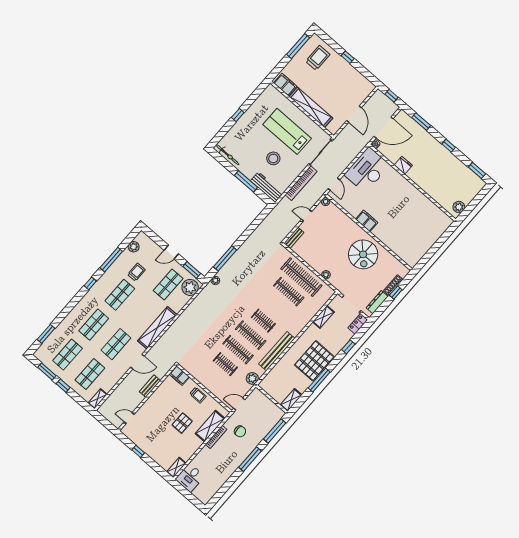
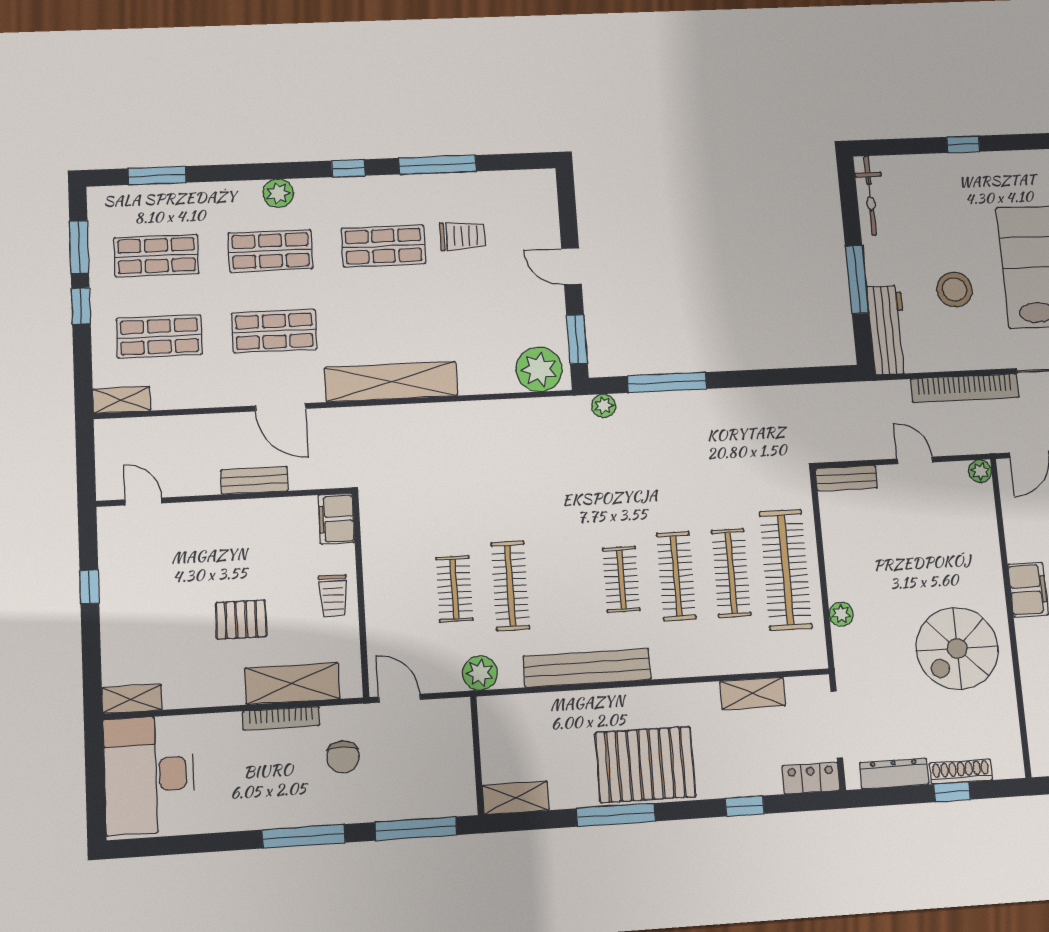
plant: (134, 247) -> (278, 193), moved
shop shelf: (168, 285) -> (501, 321), removed
clothes rail: (251, 335) -> (676, 576), moved
desk: (190, 478) -> (149, 775), width x1.87, depth x1.30

